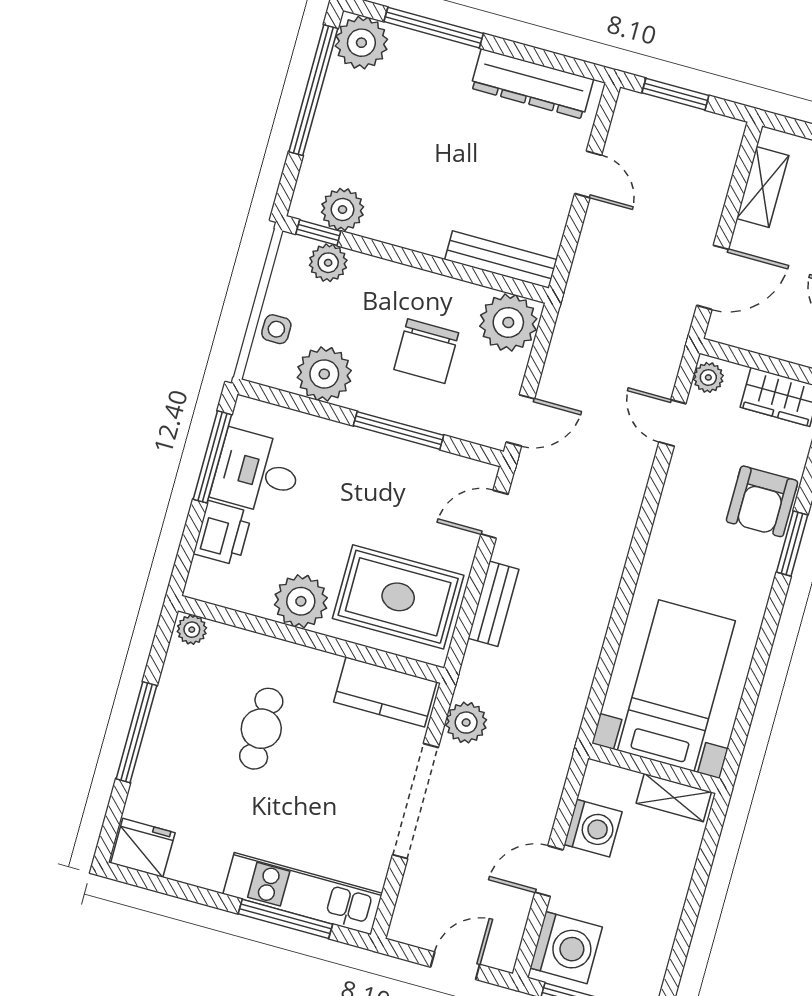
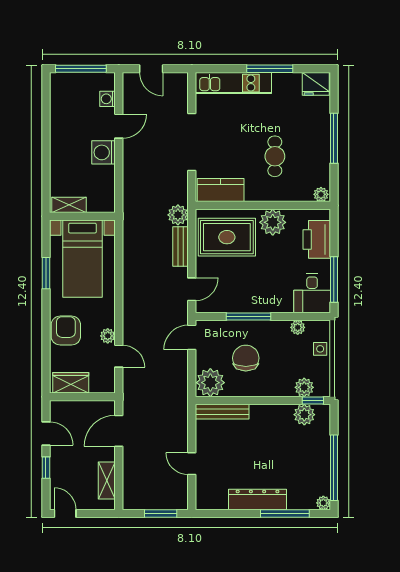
plant: (361, 43) -> (323, 503), width x0.53, depth x0.53
dresser: (532, 84) -> (258, 499), moved
plant: (324, 374) -> (298, 327), width x0.53, depth x0.53
plant: (708, 377) -> (108, 336), moved
desk: (257, 472) -> (312, 293), moved, turned 90
printer: (223, 533) -> (317, 239), width x1.37, depth x1.19
window: (792, 543) -> (46, 273), moved
bed with nightstands: (676, 686) -> (82, 259), moved
plant: (466, 723) -> (178, 215), moved
wall: (654, 768) -> (82, 216), moved
shelving: (674, 798) -> (69, 205), moved
window: (285, 919) -> (270, 69), moved
washing machine: (566, 948) -> (107, 99), width x0.53, depth x0.53
door: (455, 966) -> (151, 69), hinge flipped

